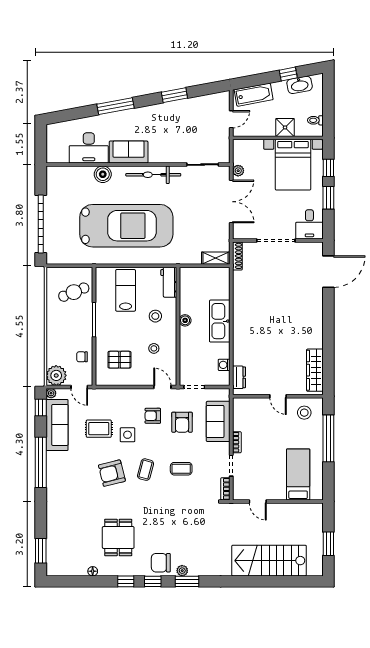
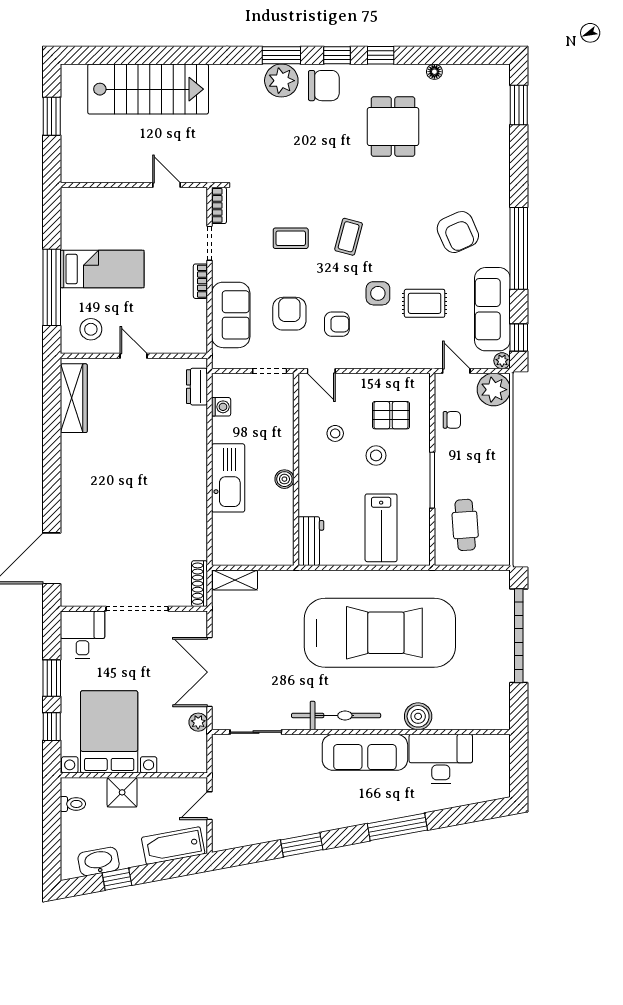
sofa: (129, 152) -> (365, 752), width x1.36
car: (126, 226) -> (380, 633), turned 180
cafe table: (74, 292) -> (465, 525), turned -72
stool: (155, 316) -> (376, 455), moved
armchair: (112, 473) -> (458, 232), moved, turned 80
bed: (298, 474) -> (102, 269), moved, turned -90
plant: (182, 571) -> (281, 81), width x1.87, depth x1.87

